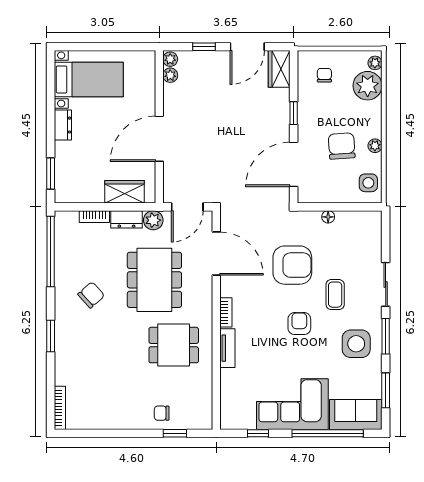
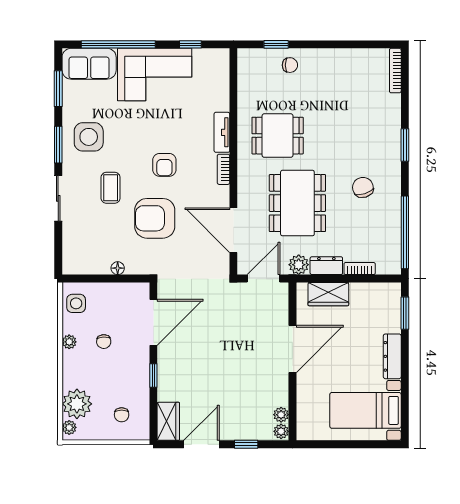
dresser: (63, 125) -> (392, 356), width x1.44
chair: (342, 146) -> (104, 342), width x0.54, depth x0.54
chair: (91, 295) -> (363, 187), turned 114
armchair: (299, 324) -> (164, 165), moved

